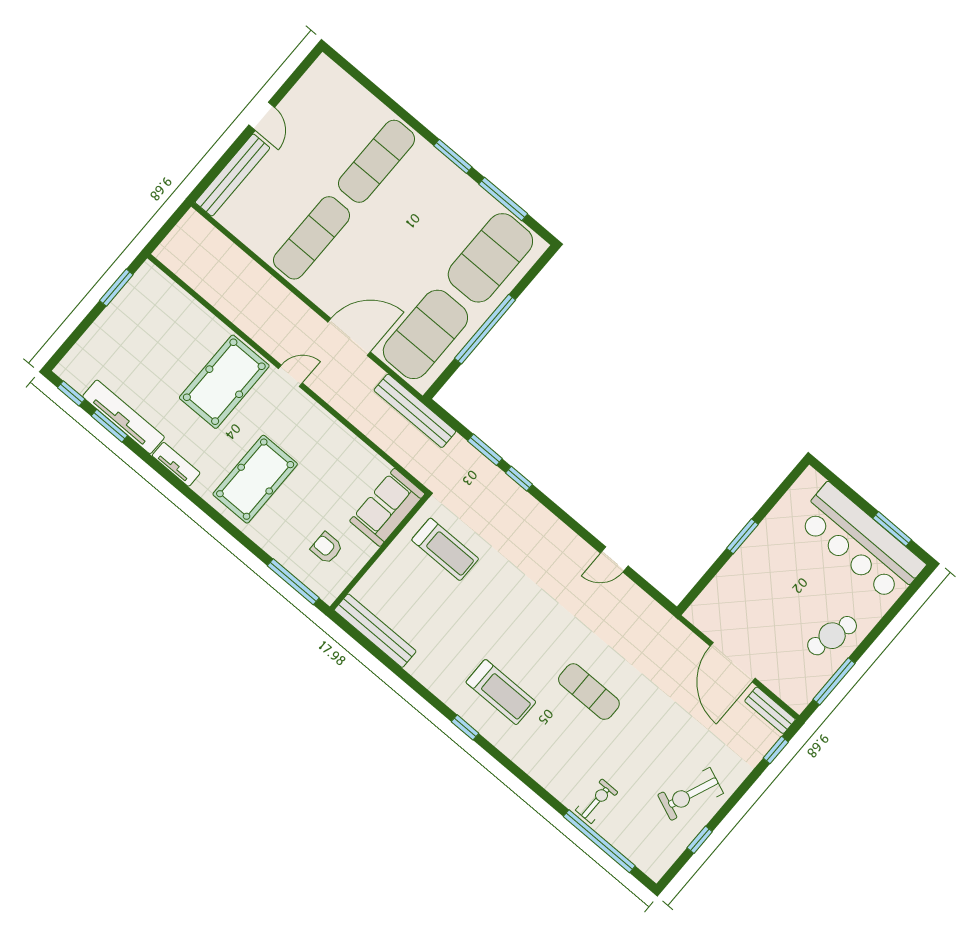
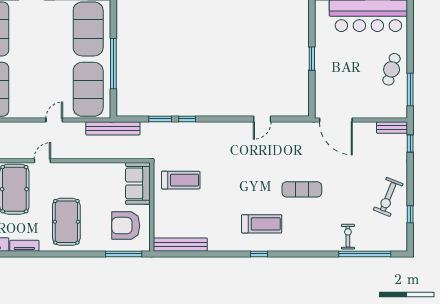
door: (349, 337) -> (54, 120), width x0.53
armchair: (327, 548) -> (126, 226), width x1.88, depth x1.88
door: (733, 662) -> (336, 120), moved

